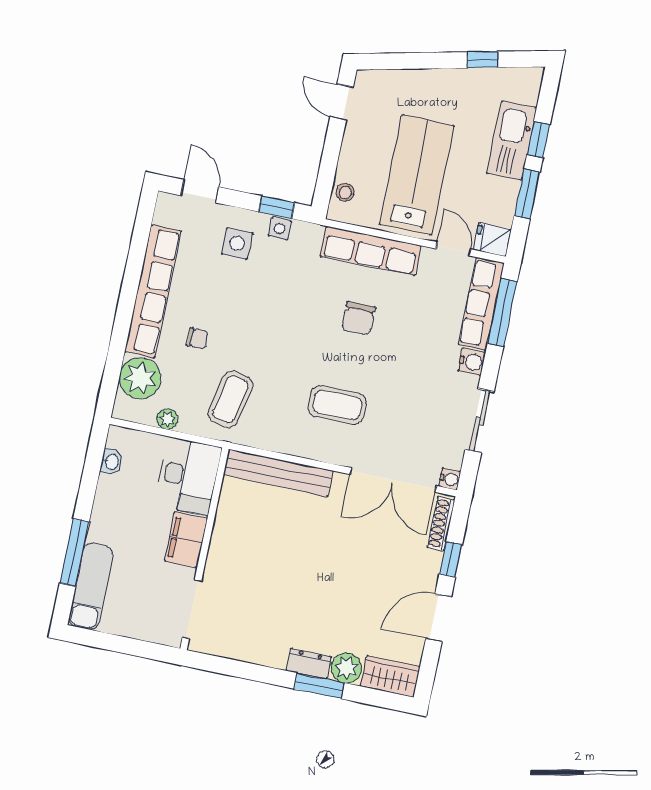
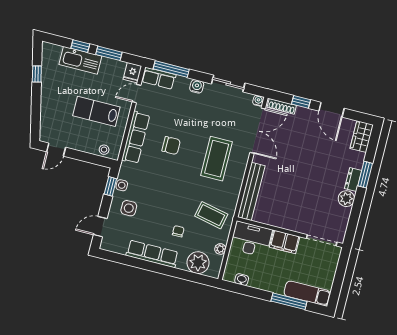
lab bench: (417, 175) -> (96, 111), width x0.73, depth x0.72
row of seats: (153, 291) -> (152, 254), width x0.73
row of seats: (481, 304) -> (159, 78), width x0.68
coffee table: (337, 405) -> (217, 159), width x1.36, depth x1.32
plant: (347, 668) -> (346, 199), moved

